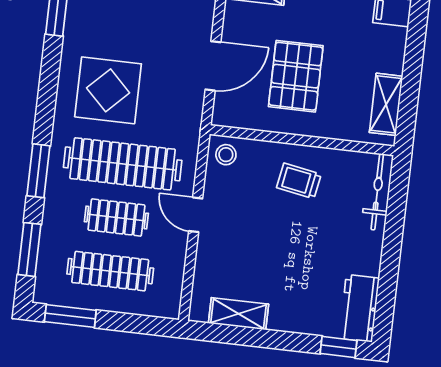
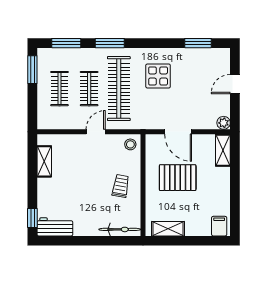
display table: (108, 90) -> (158, 76), width x0.73, depth x0.73
clothes rail: (110, 271) -> (59, 89), width x0.73

